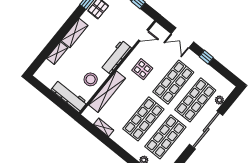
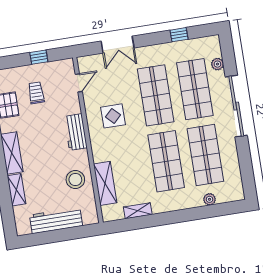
trolley: (118, 17) -> (36, 93), added
workbench: (116, 57) -> (76, 132), width x0.73
window: (206, 57) -> (179, 35), moved
shelving: (107, 92) -> (105, 183), width x0.68
workbench: (69, 96) -> (56, 220), moved

